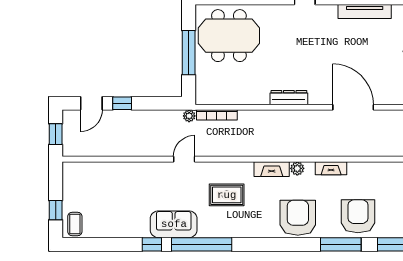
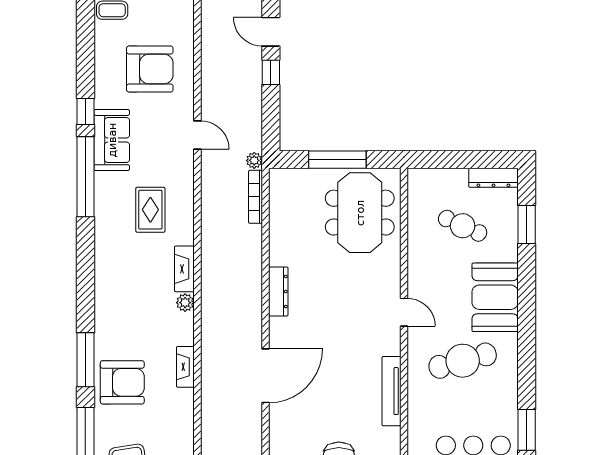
door: (184, 159) -> (197, 135), moved
fireplace: (331, 168) -> (185, 367), moved
armchair: (298, 218) -> (150, 69), moved

